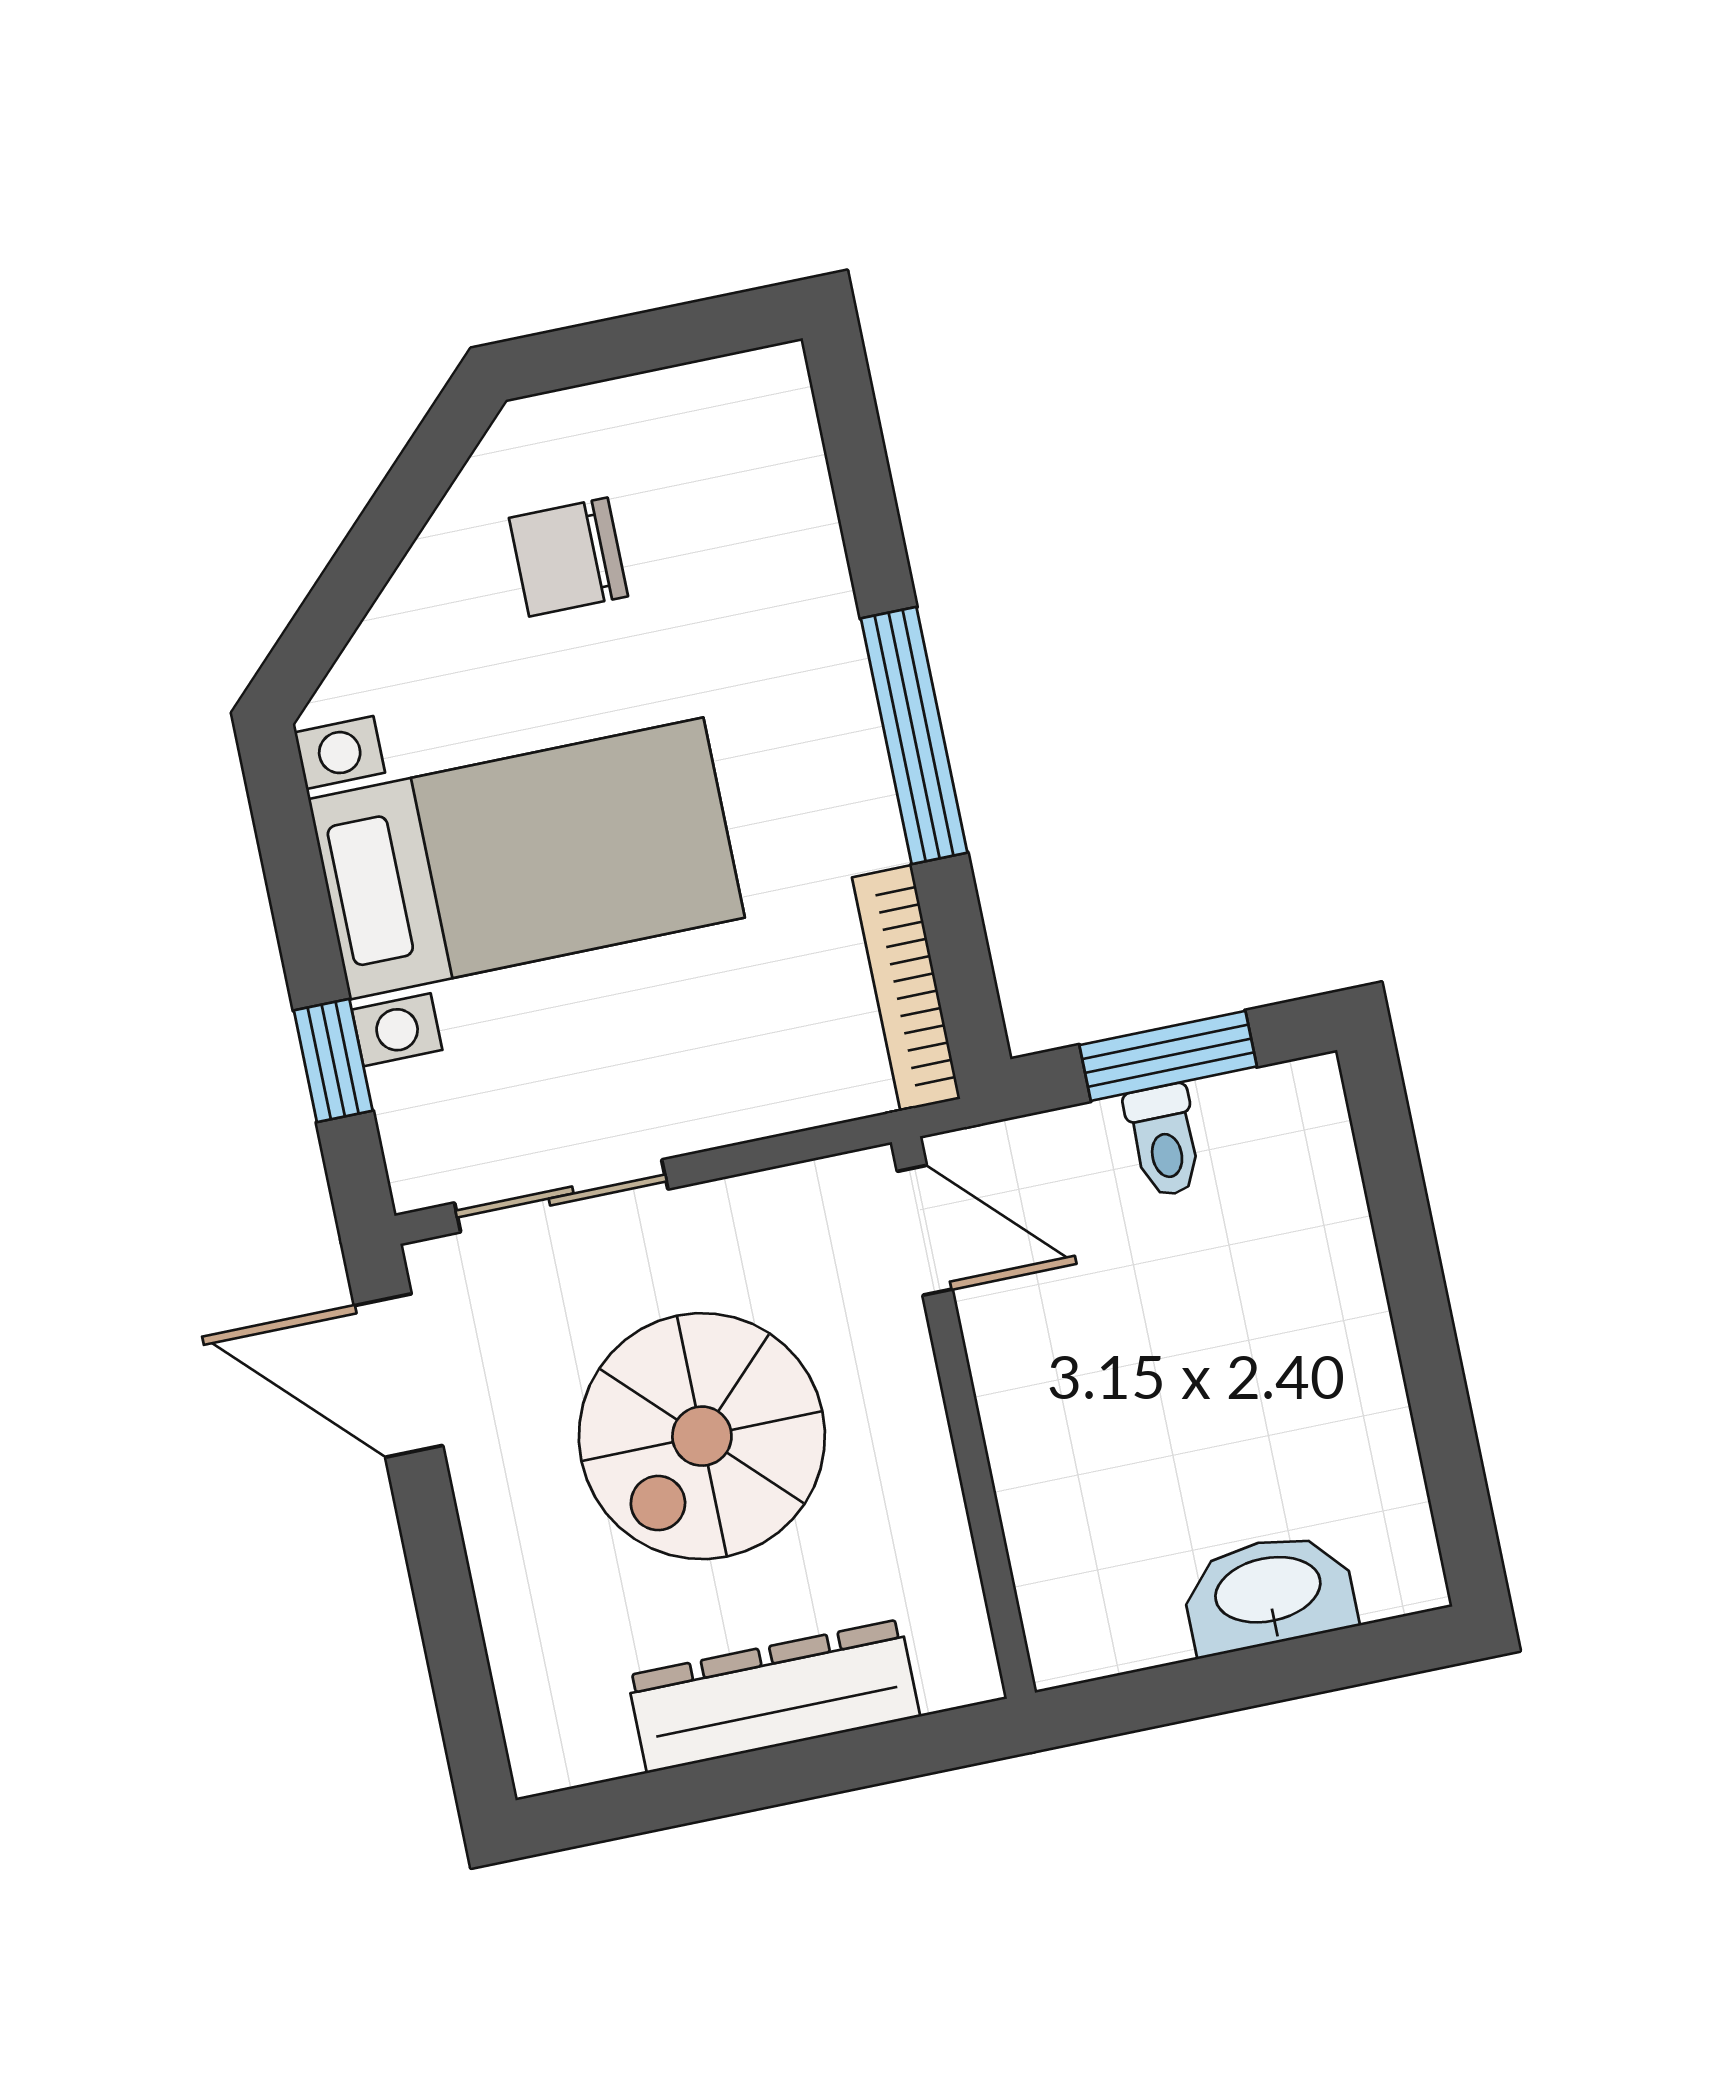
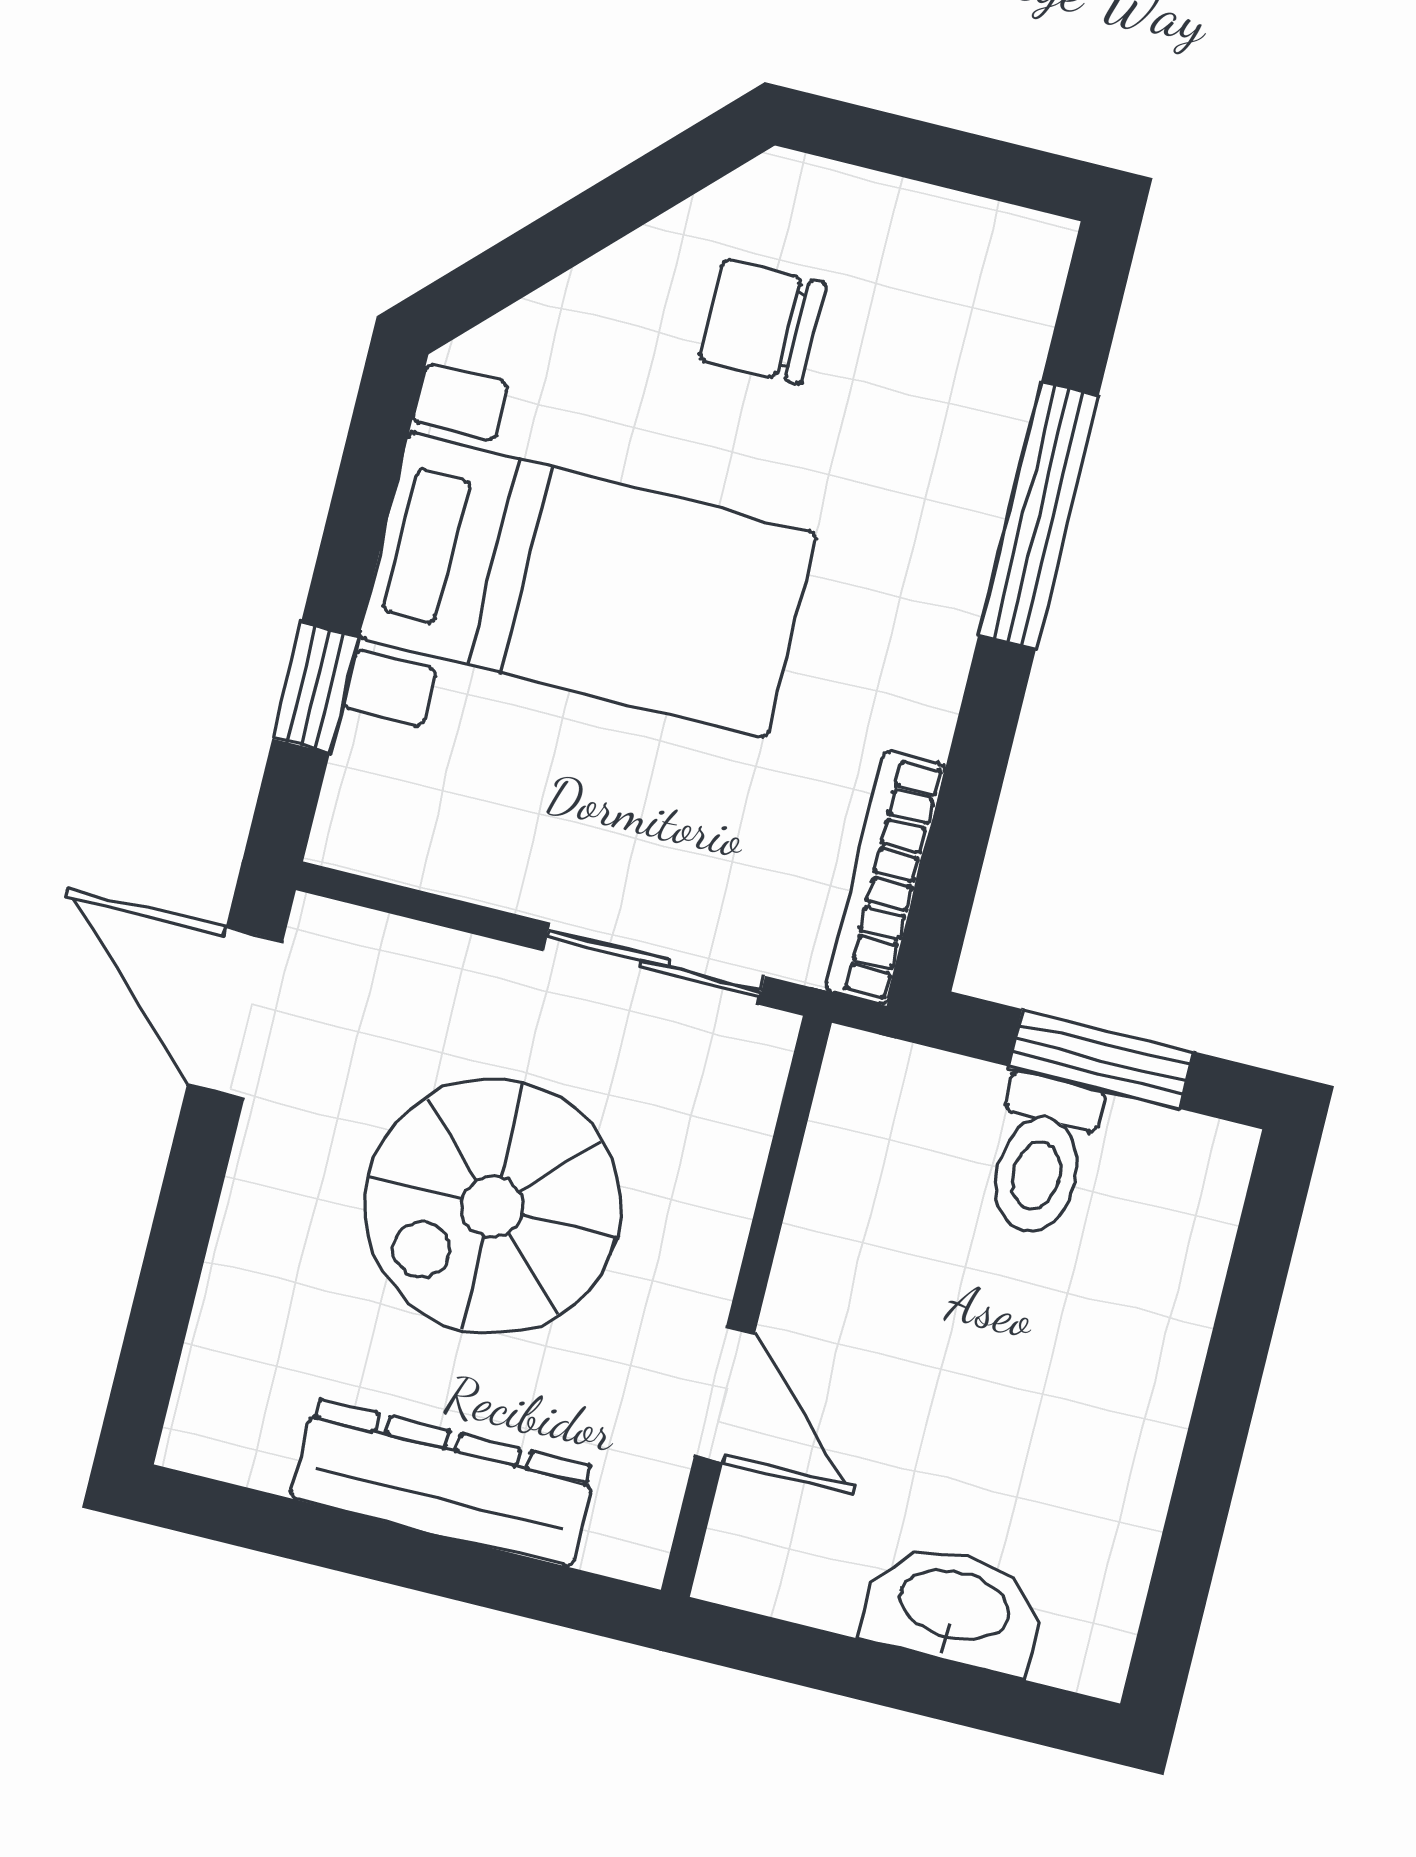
window: (914, 736) -> (1039, 515), moved
toilet: (1164, 1141) -> (1041, 1155), width x1.37, depth x1.39
sliding door: (561, 1196) -> (654, 964), moved
door: (925, 1230) -> (725, 1395), moved

